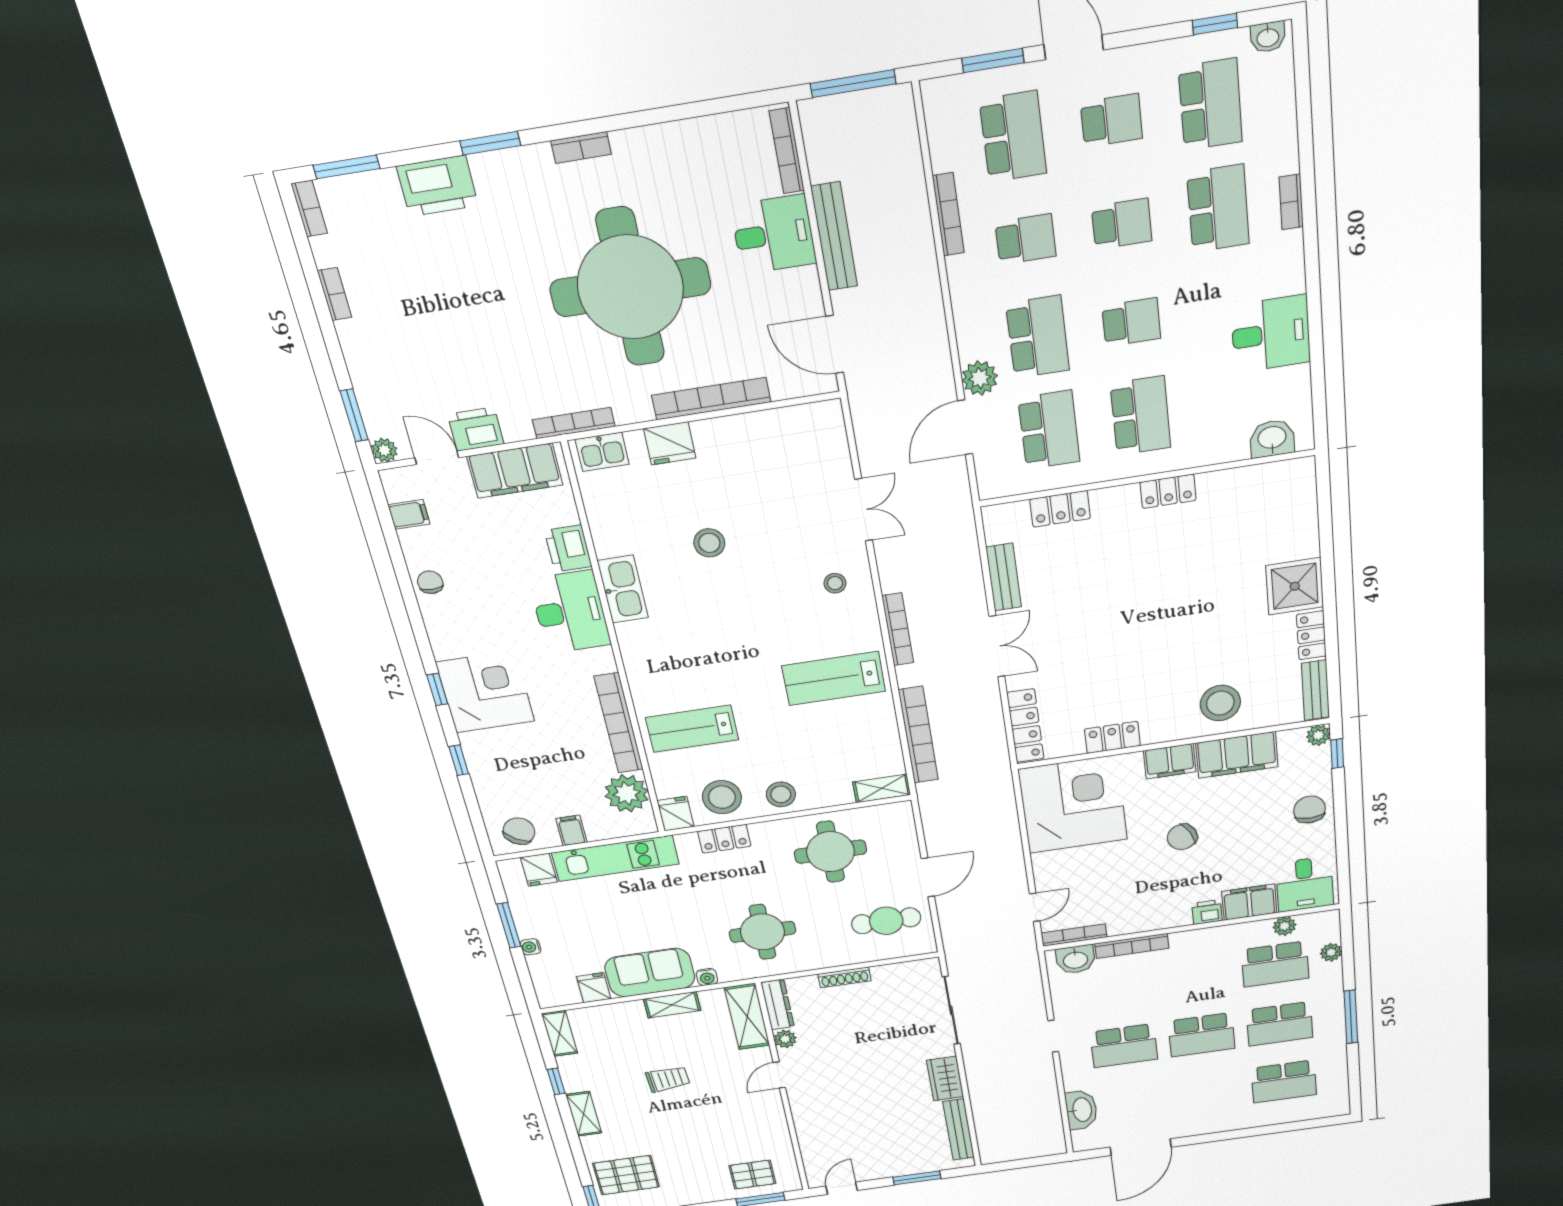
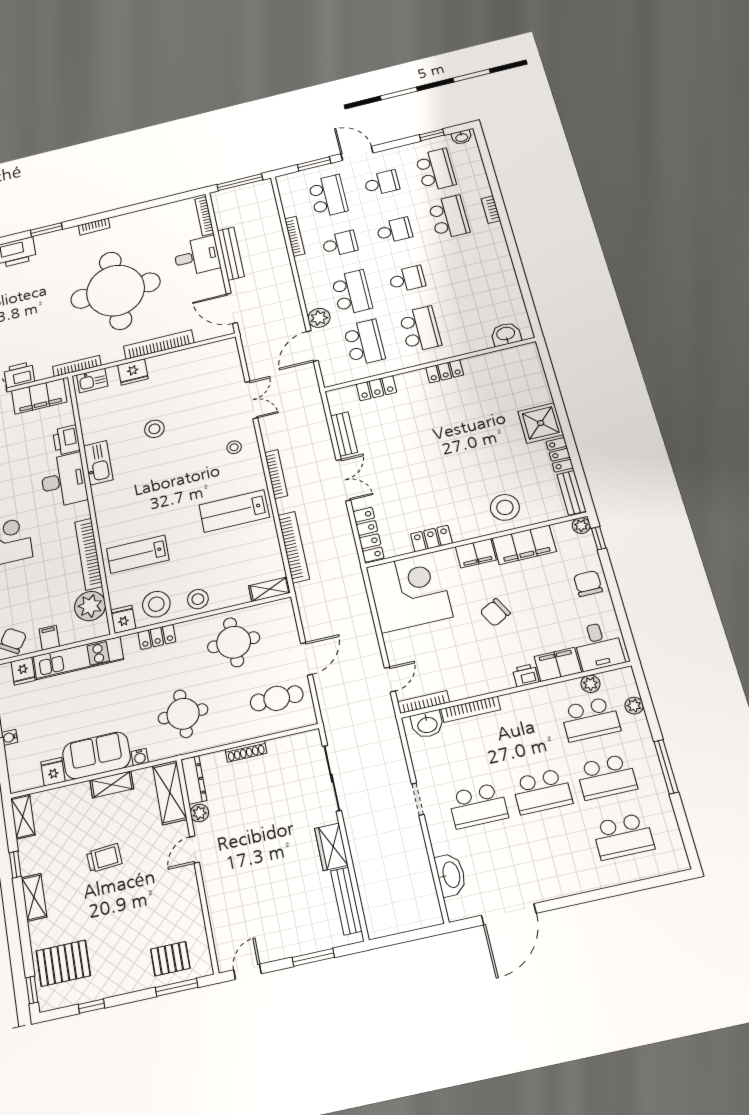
desk: (1271, 334) -> (493, 277), removed

